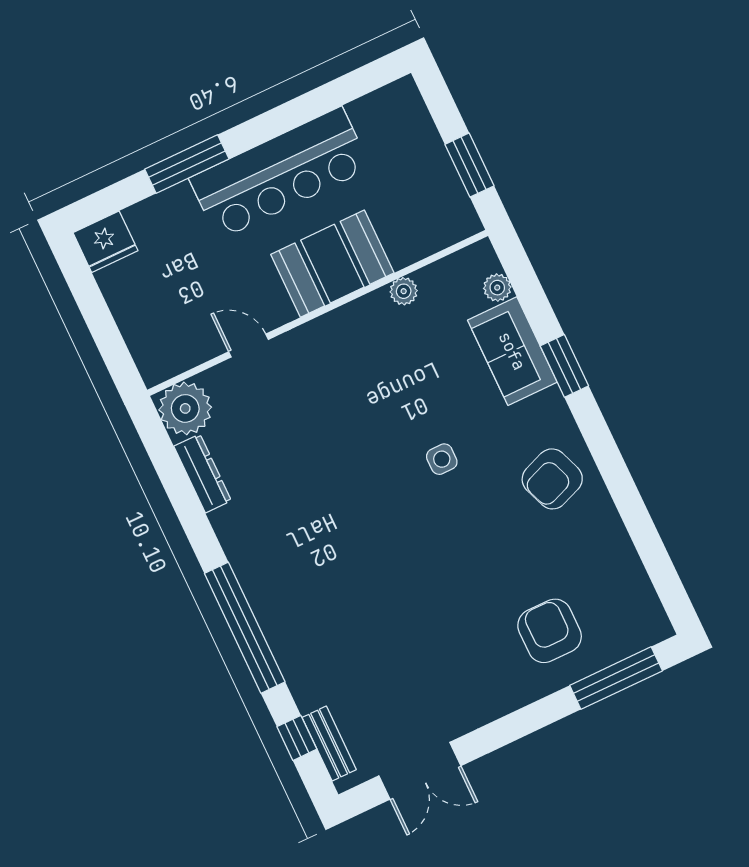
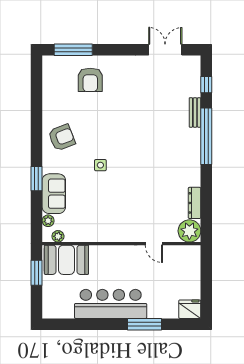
booth: (332, 264) -> (66, 260), moved
plant: (404, 291) -> (58, 236), moved
bench: (329, 744) -> (195, 112), moved

